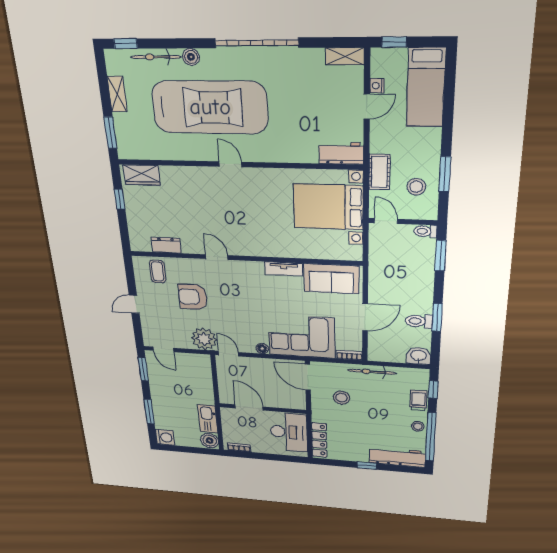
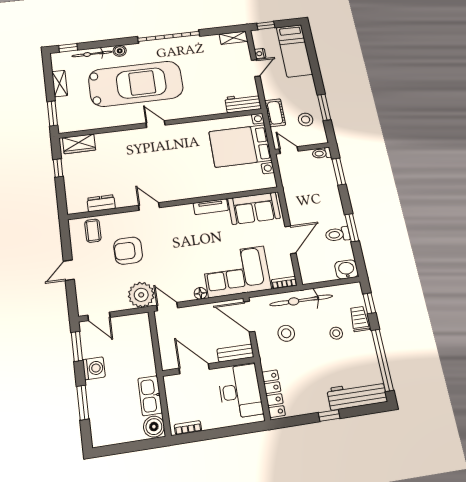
bicycle: (372, 372) -> (301, 300), width x1.37, depth x1.40
bench: (289, 403) -> (235, 353), added
stool: (418, 426) -> (336, 333), moved
washing machine: (165, 437) -> (94, 368), moved

